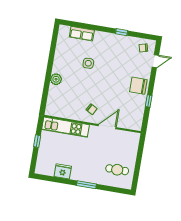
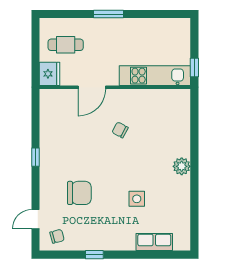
chair: (138, 86) -> (79, 193), moved
wall: (92, 124) -> (115, 87), moved
kitchen unit: (66, 127) -> (155, 76), moved
door: (107, 127) -> (92, 87), moved
fridge: (63, 171) -> (50, 74), moved, turned -90

